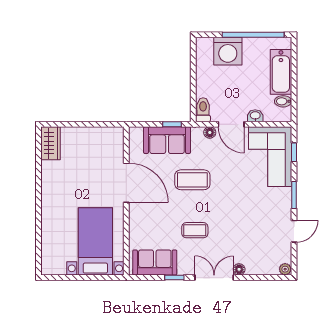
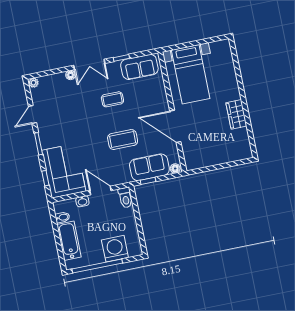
floor lamp: (210, 133) -> (175, 169), moved
wardrobe: (50, 143) -> (236, 114), moved

